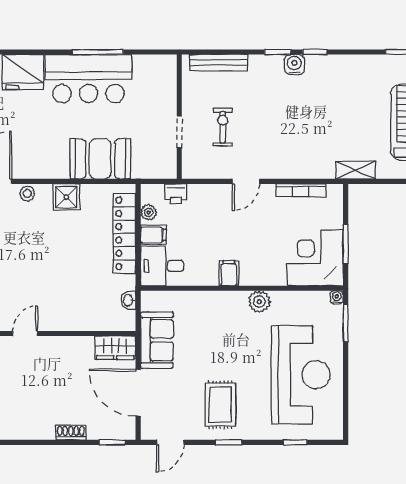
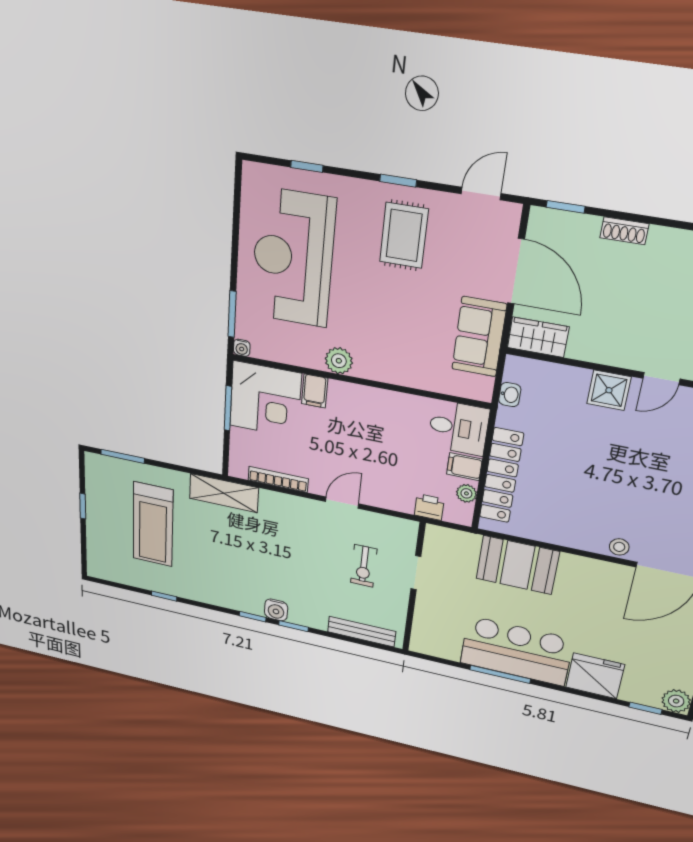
shelving: (356, 170) -> (224, 493), width x1.50, depth x1.33
shower: (66, 197) -> (609, 390), moved
filing cabinet: (229, 273) -> (315, 391), moved

